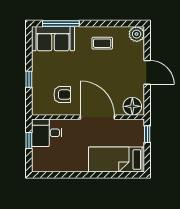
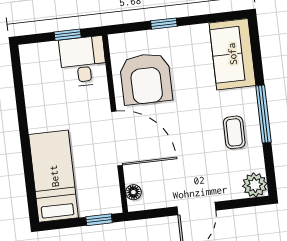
window: (61, 24) -> (263, 114), moved
armchair: (62, 95) -> (146, 79), width x1.88, depth x1.88
floor lamp: (132, 106) -> (133, 192), width x0.53, depth x0.53
door: (97, 117) -> (117, 138), hinge flipped

